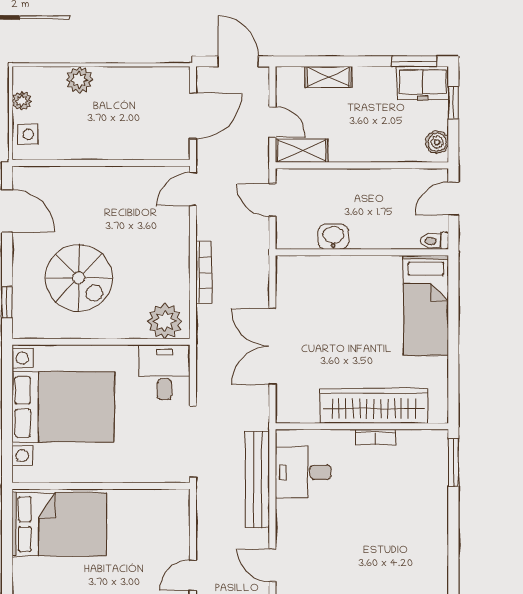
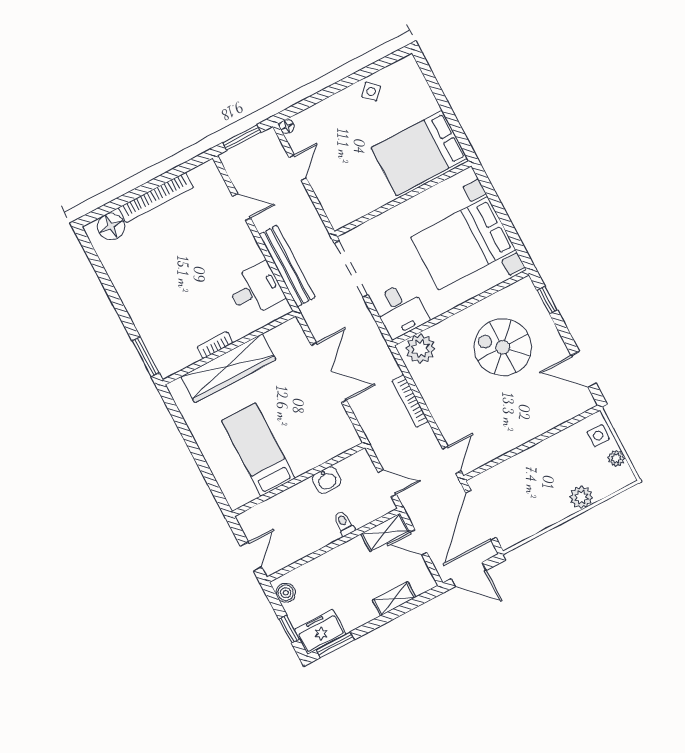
door: (193, 116) -> (481, 515), width x1.36
toilet: (434, 241) -> (344, 523), moved, turned -90
bed: (426, 305) -> (258, 449), moved

